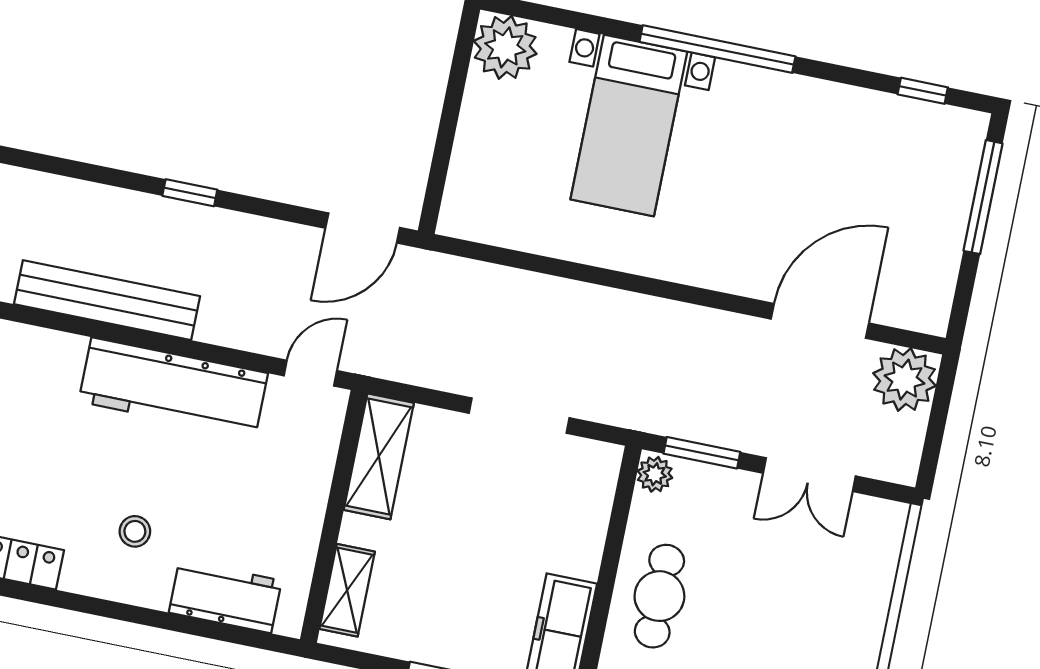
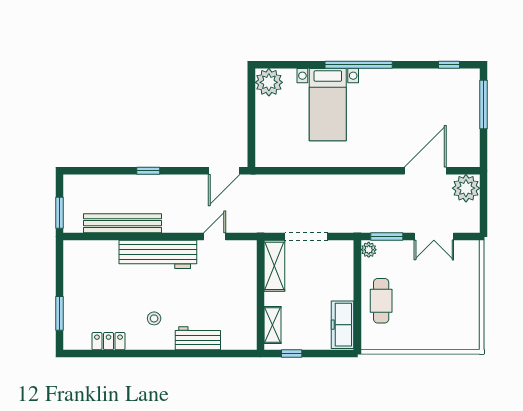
shelving: (379, 456) -> (274, 266), moved
wall: (334, 516) -> (260, 295), moved
shelving: (347, 590) -> (273, 325), moved

